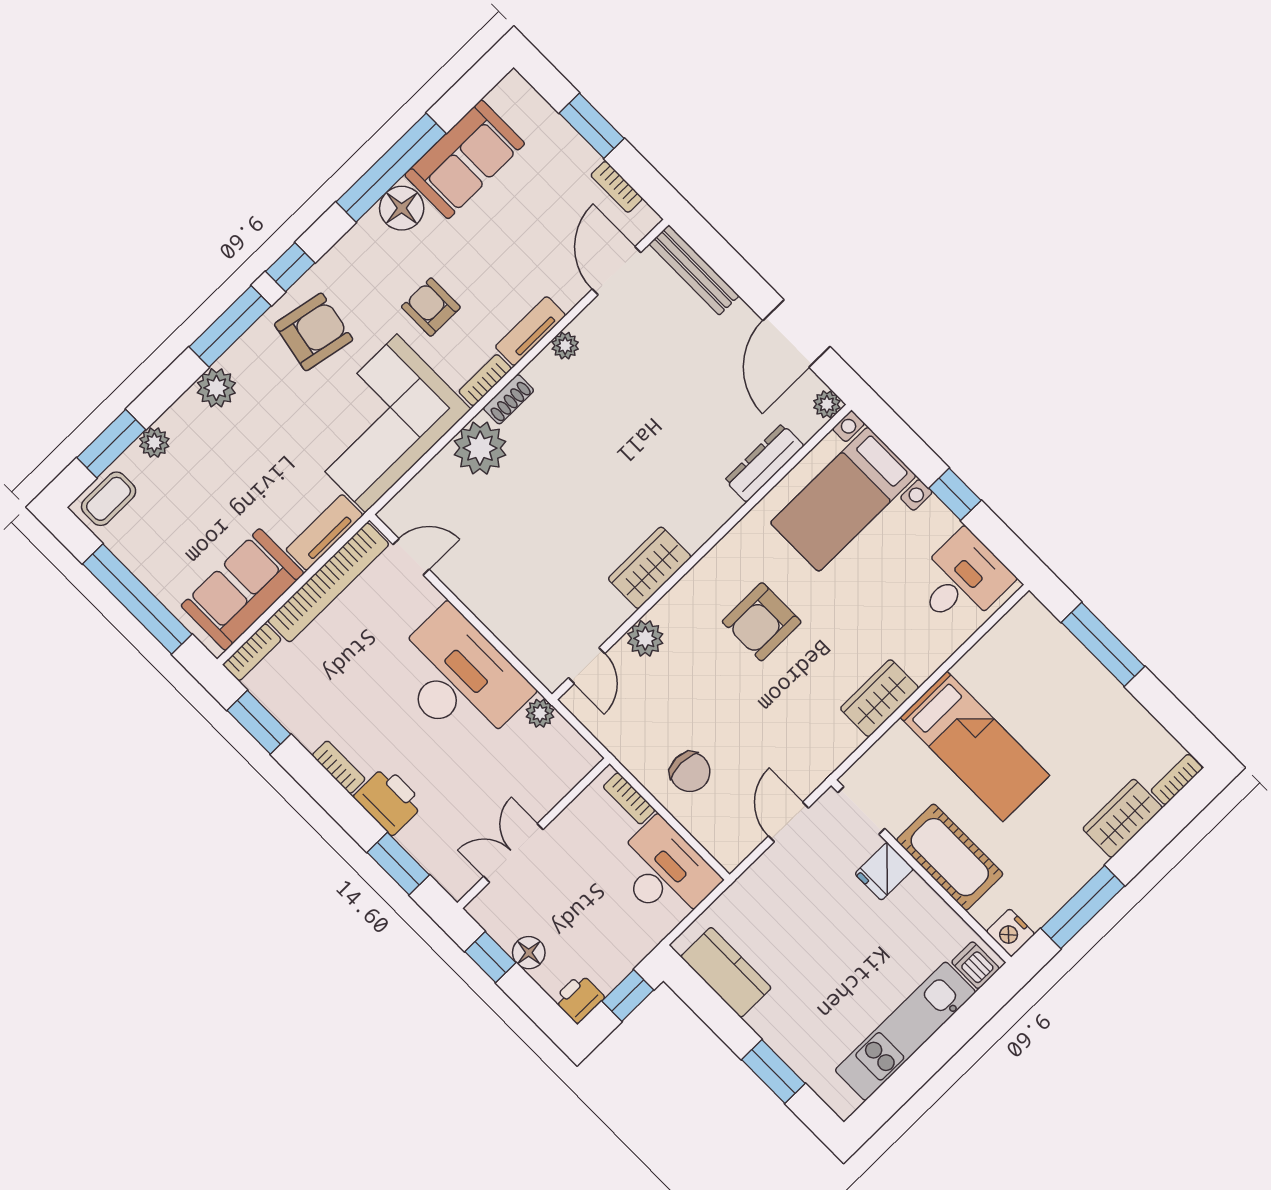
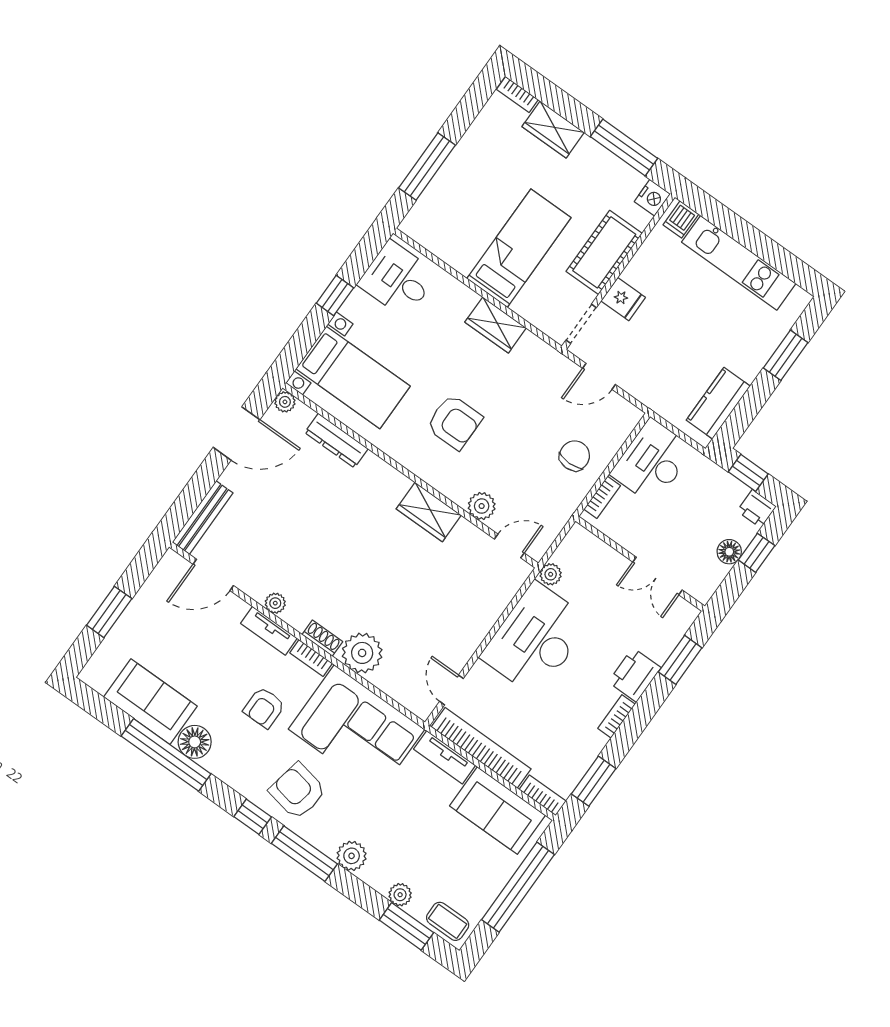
bookcase: (617, 187) -> (151, 586), removed
window: (490, 957) -> (757, 553), moved

